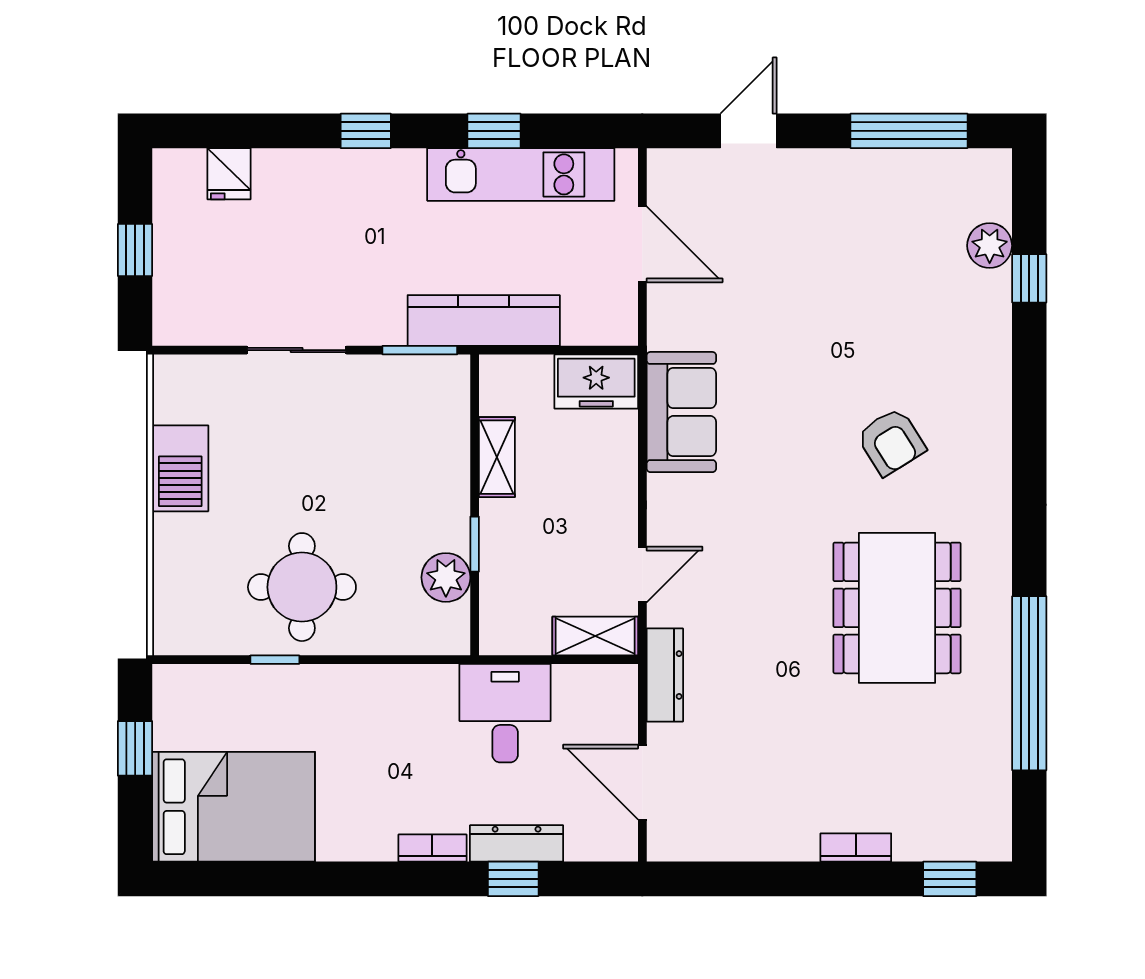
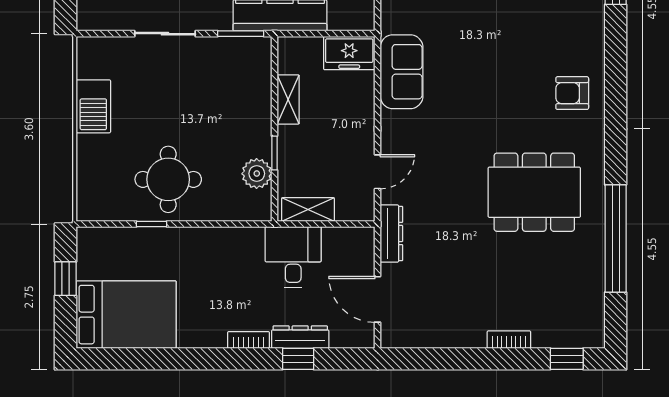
armchair: (891, 442) -> (572, 93), moved, turned 122
dining table: (897, 608) -> (534, 192), turned 90
shelving: (595, 636) -> (308, 210), moved

